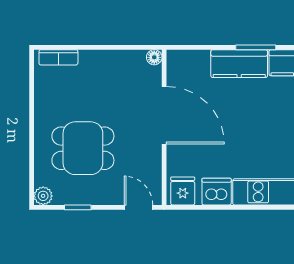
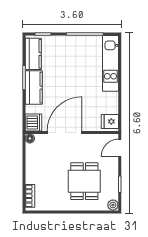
dishwasher: (217, 192) -> (33, 122), moved, turned 180

